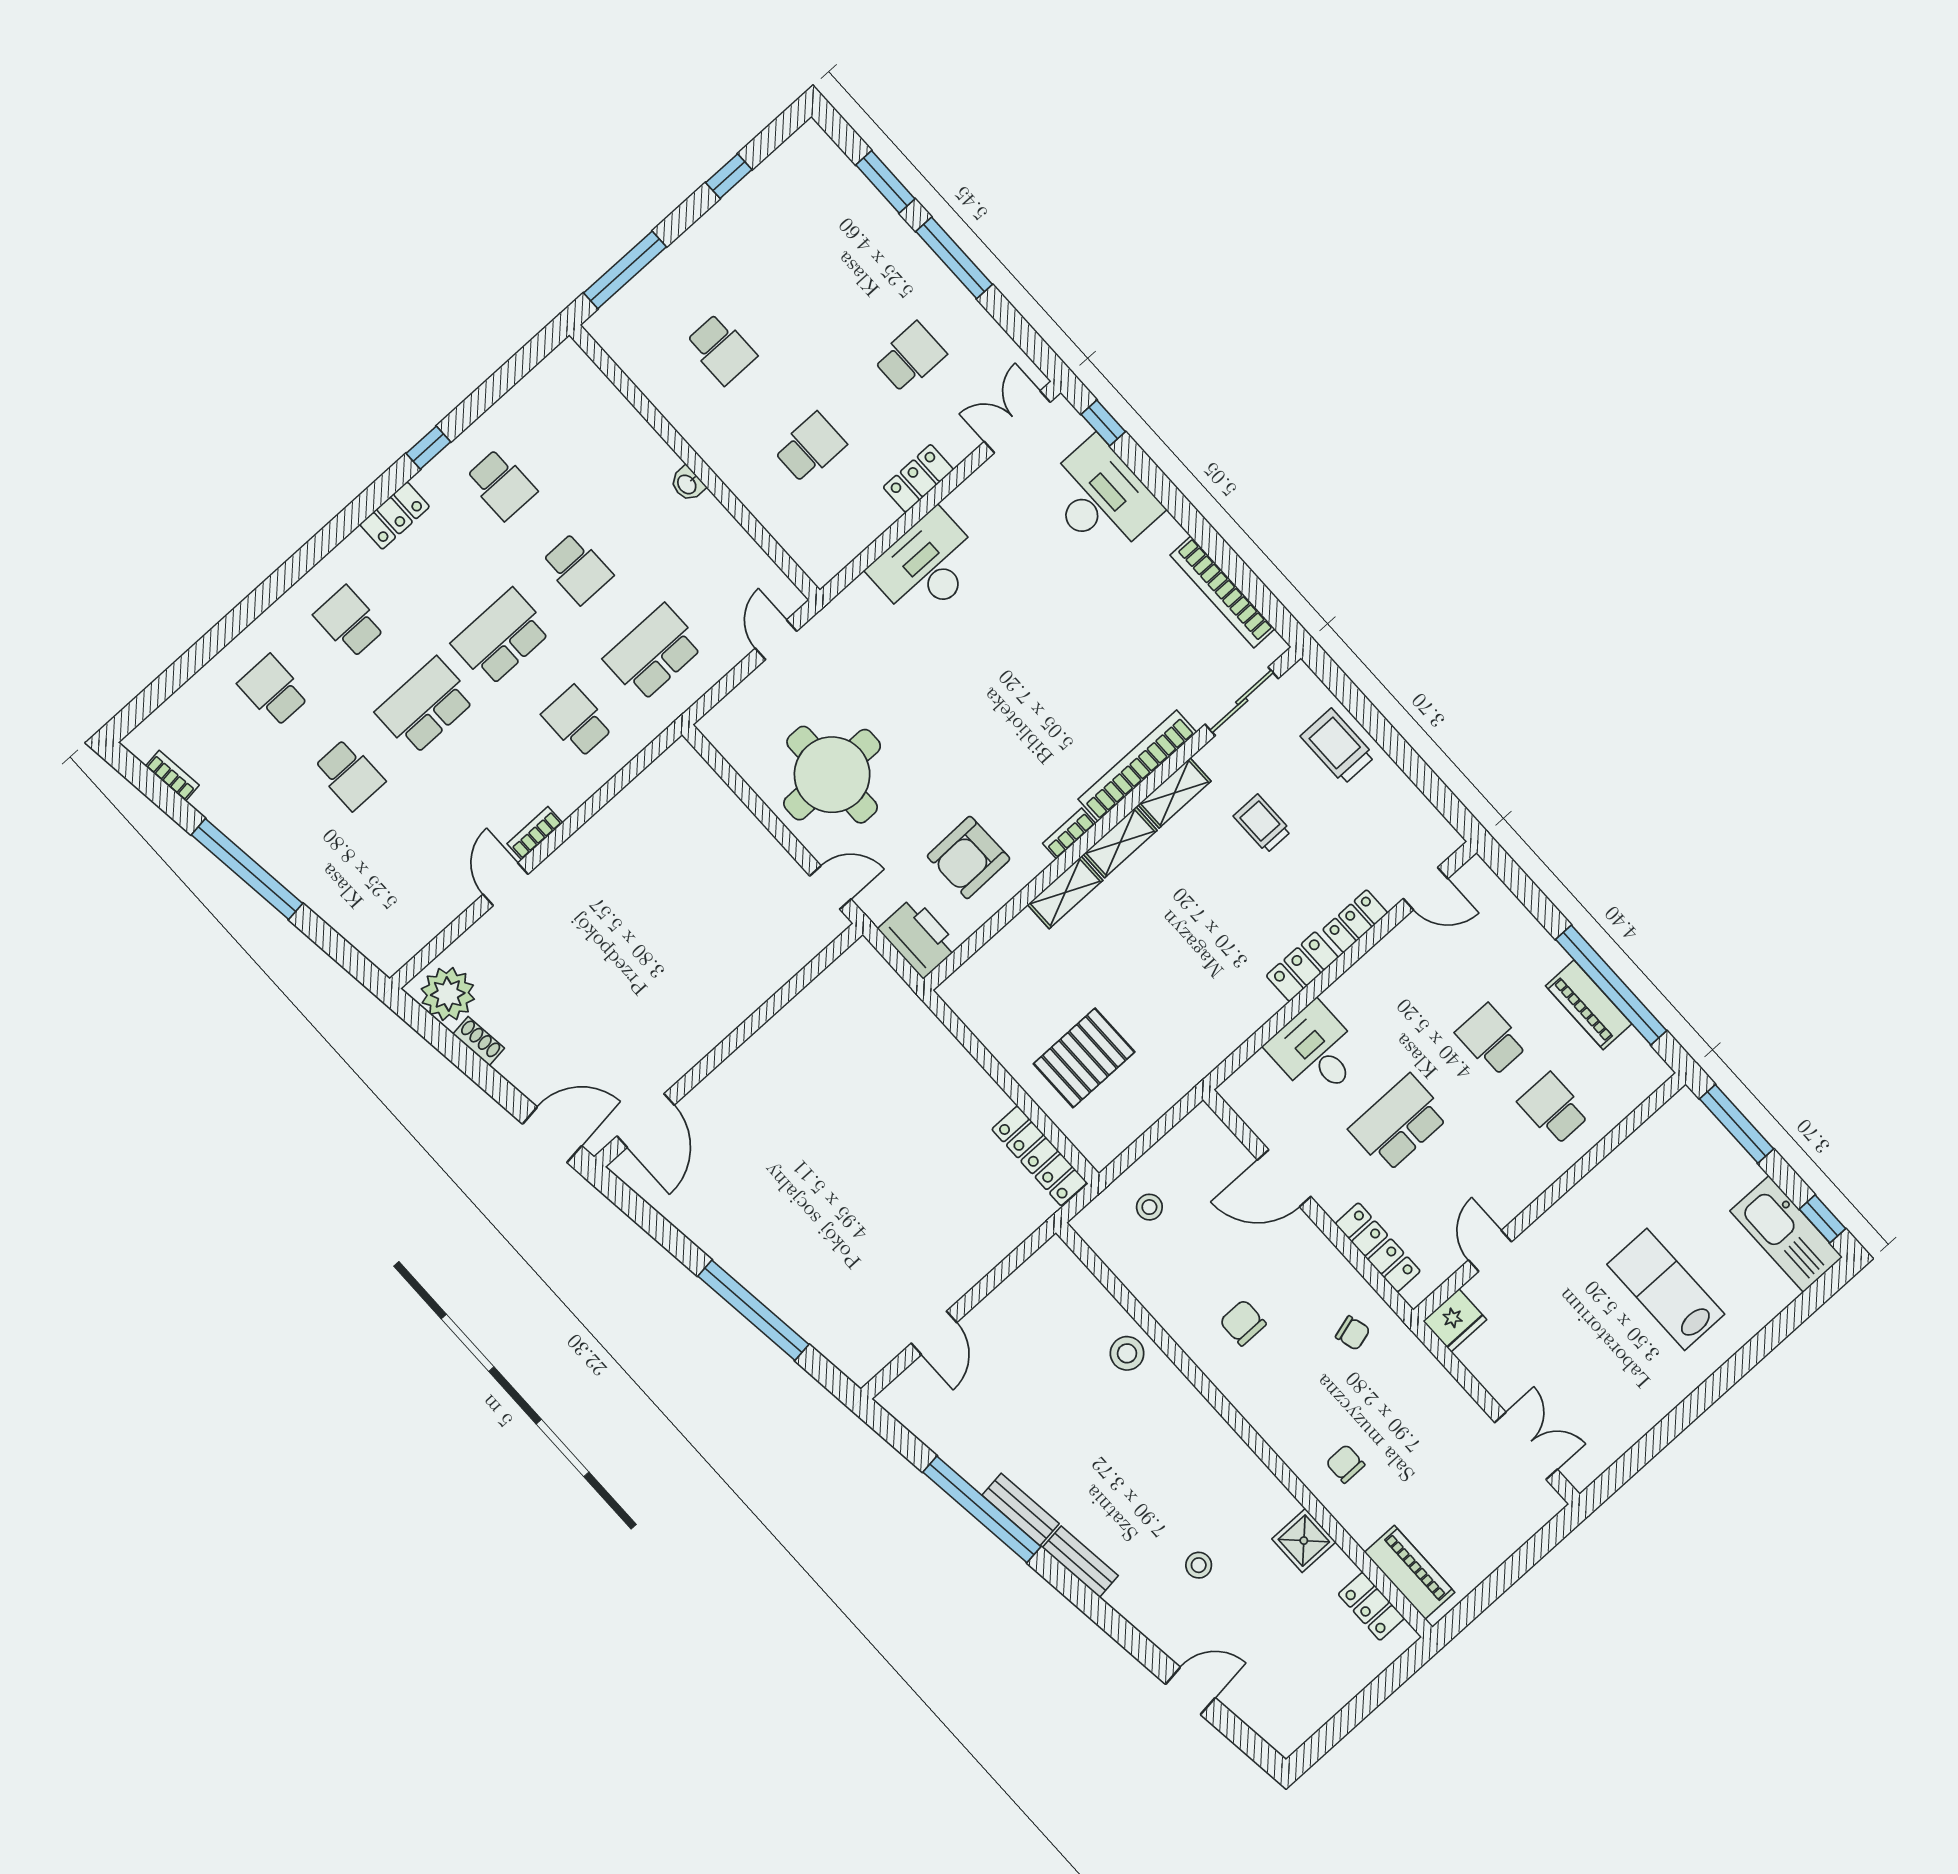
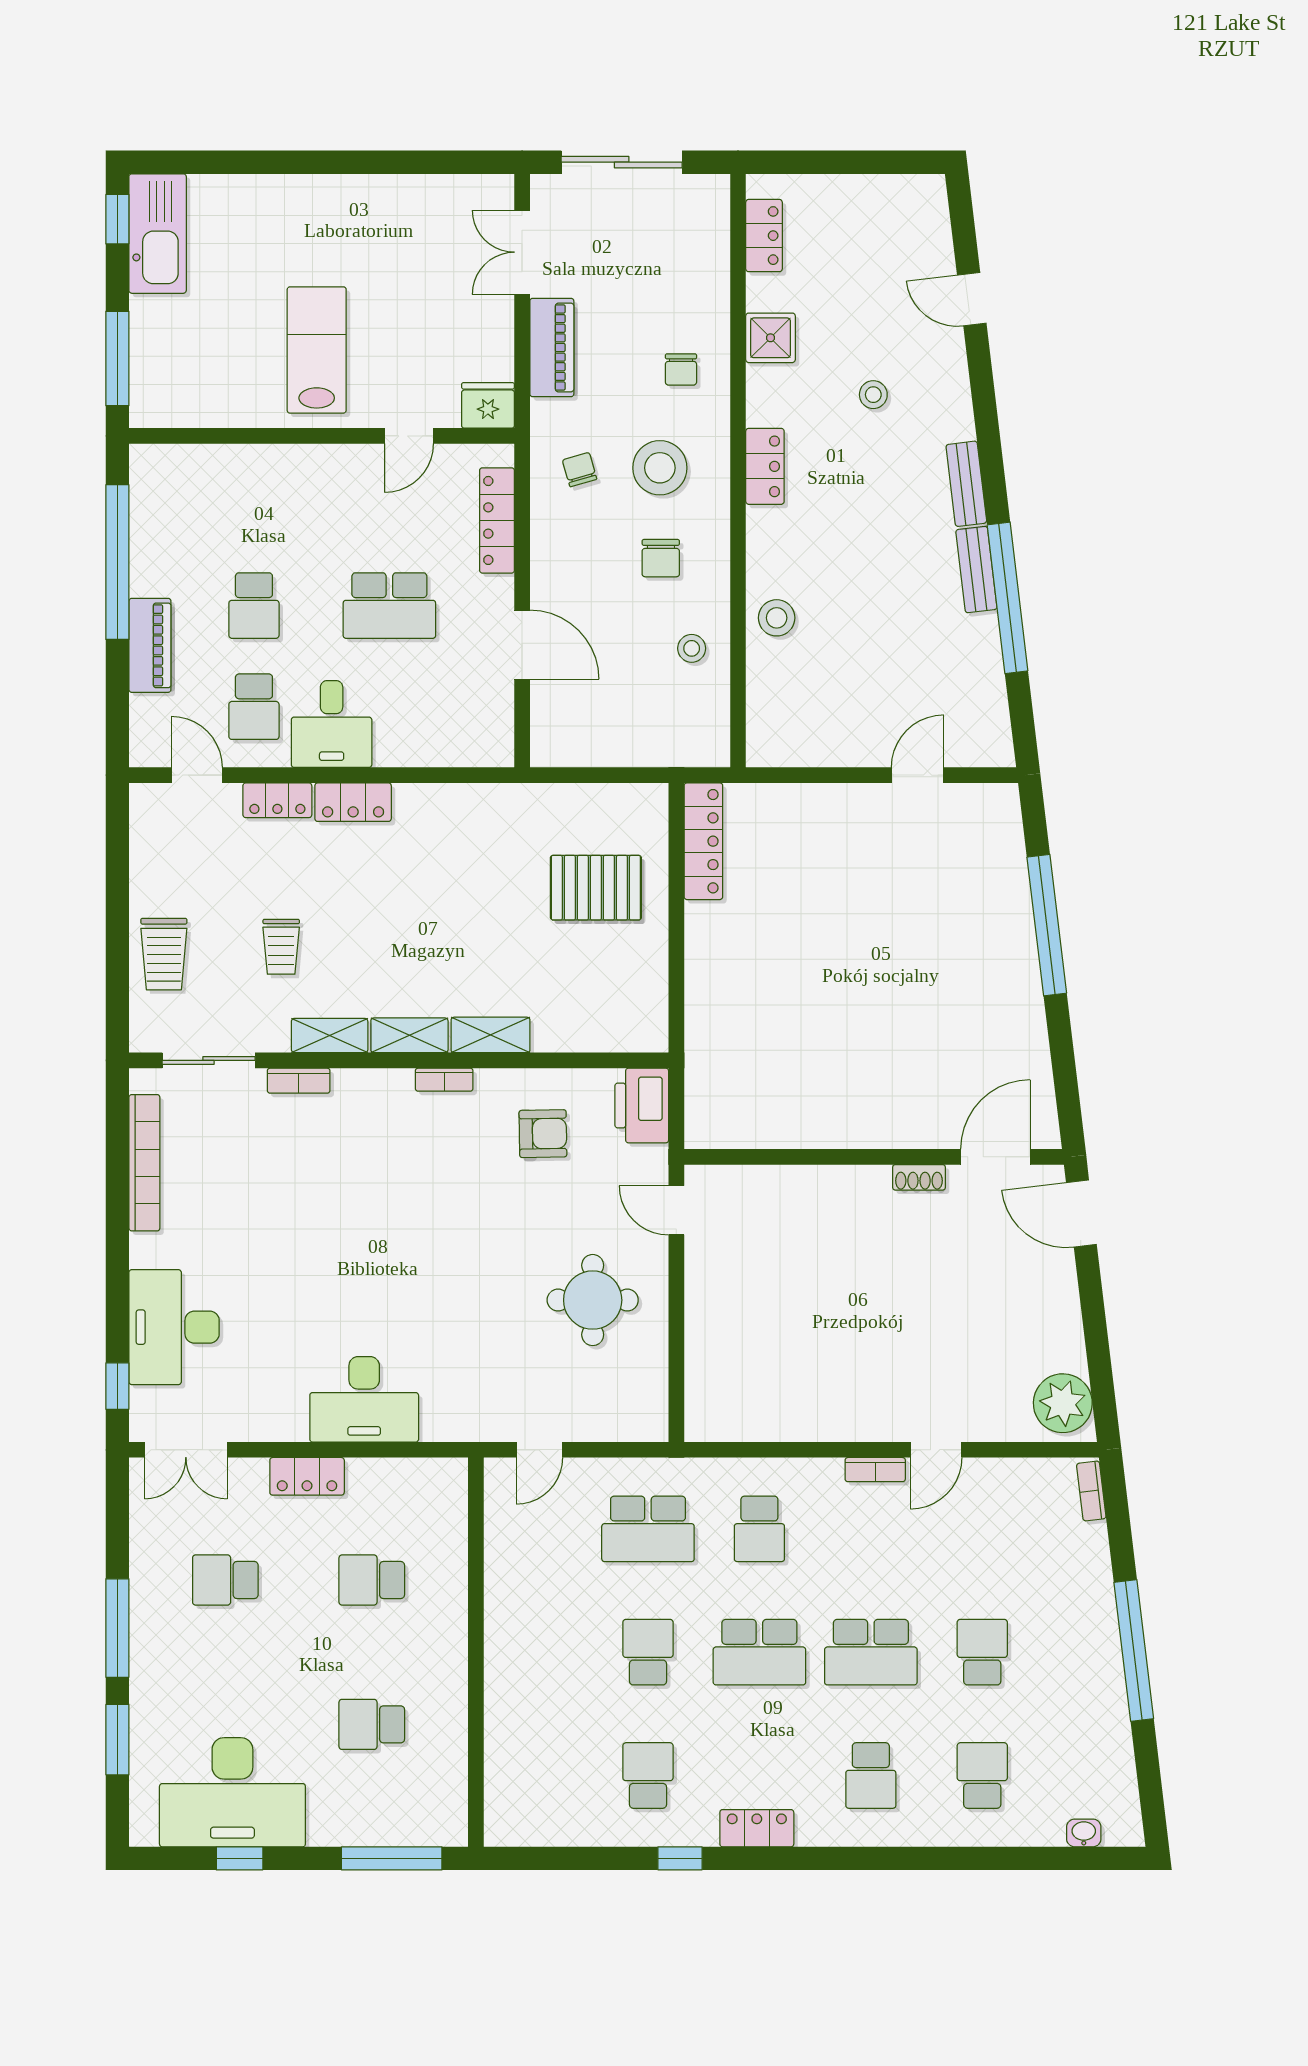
desk: (774, 217) -> (232, 1792), added
school desk: (721, 349) -> (372, 1724), turned -90
washbasin: (687, 484) -> (1084, 1833), moved, turned -90
school desk: (273, 690) -> (982, 1776), turned 180
bookcase: (1137, 766) -> (299, 1081), width x0.43, depth x0.76
round table: (832, 775) -> (593, 1300), width x0.73, depth x0.73
bookcase: (172, 776) -> (1091, 1491), moved
armchair: (969, 857) -> (543, 1134), width x0.72, depth x0.72
piano: (1589, 1005) -> (150, 645), moved
shoe rack: (479, 1041) -> (919, 1177), moved, turned -83
desk: (1316, 1051) -> (332, 724), moved
school desk: (1553, 1109) -> (254, 707), moved
stool: (1149, 1207) -> (692, 648), moved
lab bench: (1666, 1289) -> (317, 350), moved, turned 180
stool: (1299, 1384) -> (660, 468), added
locker: (1228, 1449) -> (765, 466), added
sliding door: (1514, 1569) -> (622, 162), added
piano: (1410, 1572) -> (552, 347), moved, turned 180

